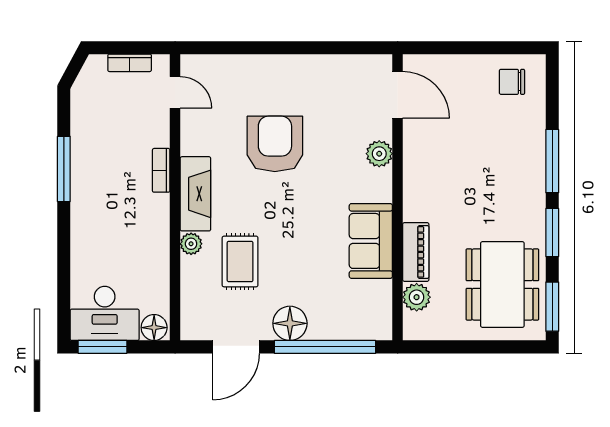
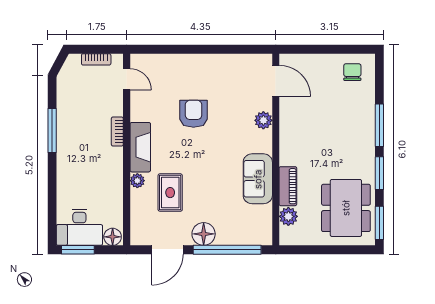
chair: (512, 82) -> (352, 72), turned 90
armchair: (275, 144) -> (194, 114), width x0.73, depth x0.73

